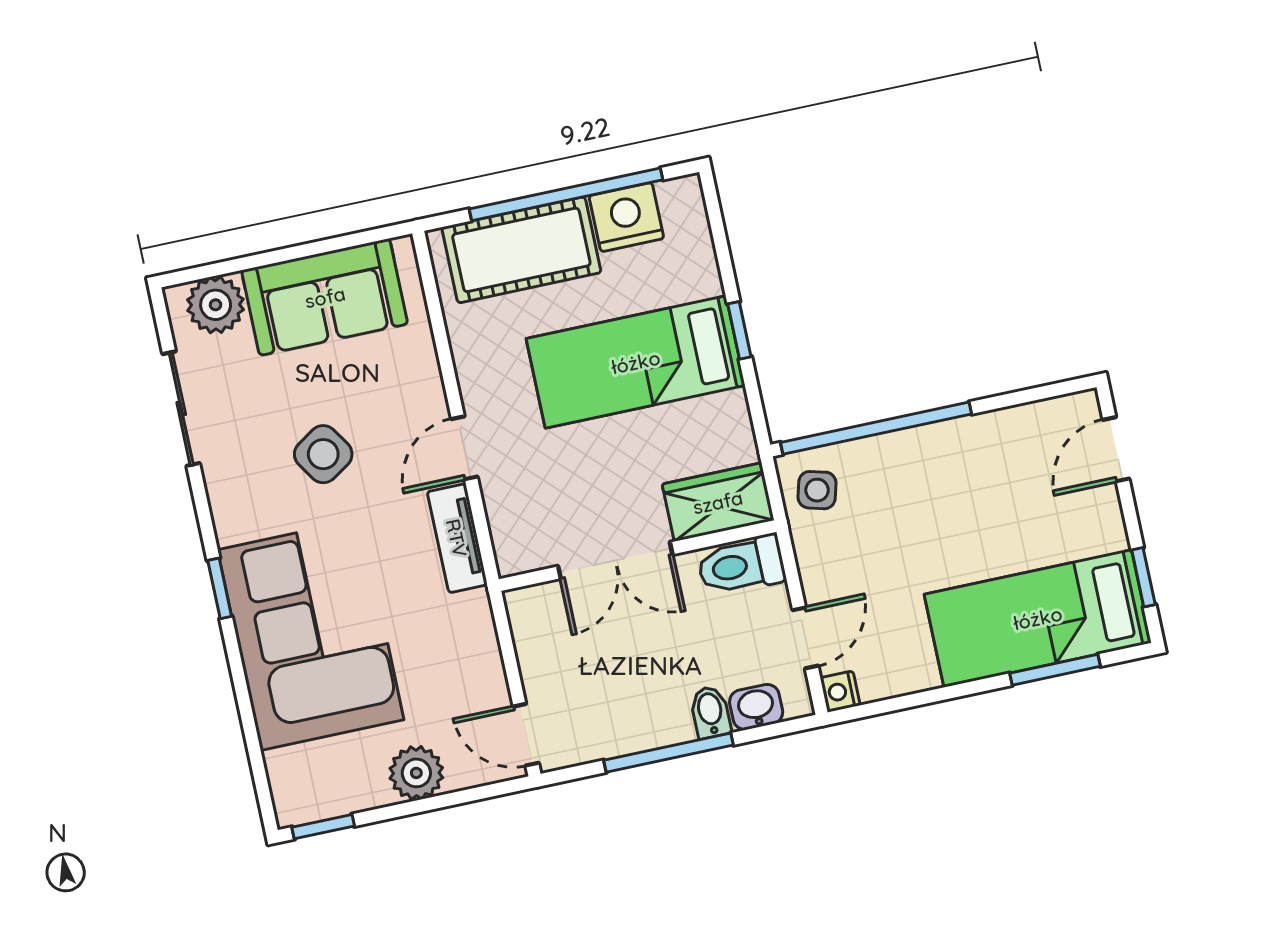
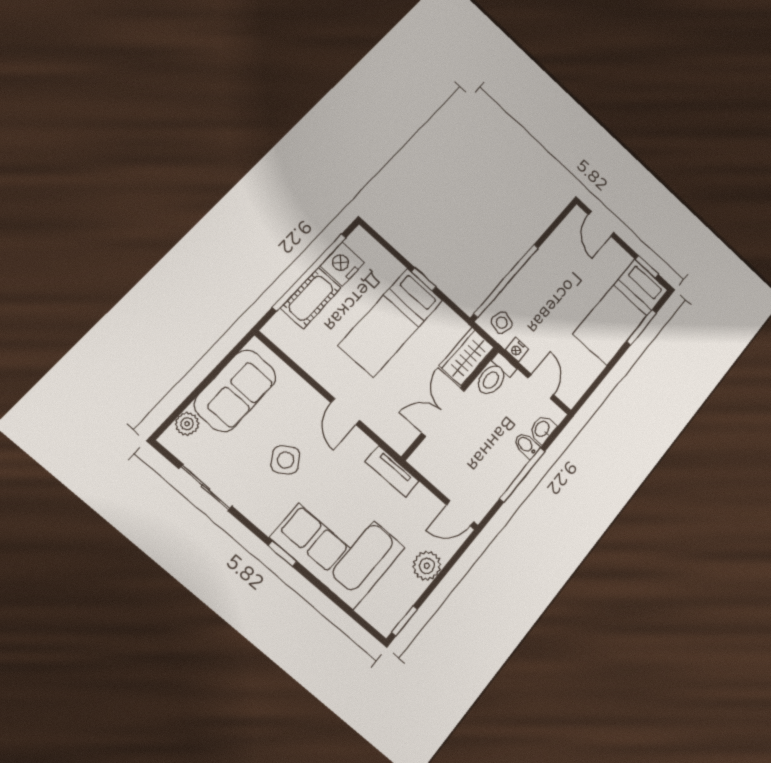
cot: (521, 250) -> (311, 298), width x0.73, depth x0.75
plant: (216, 305) -> (187, 424), width x0.73, depth x0.73
tv unit: (457, 538) -> (392, 471), moved
double door: (615, 560) -> (443, 412), swing flipped
nightstand: (840, 692) -> (517, 349), moved

